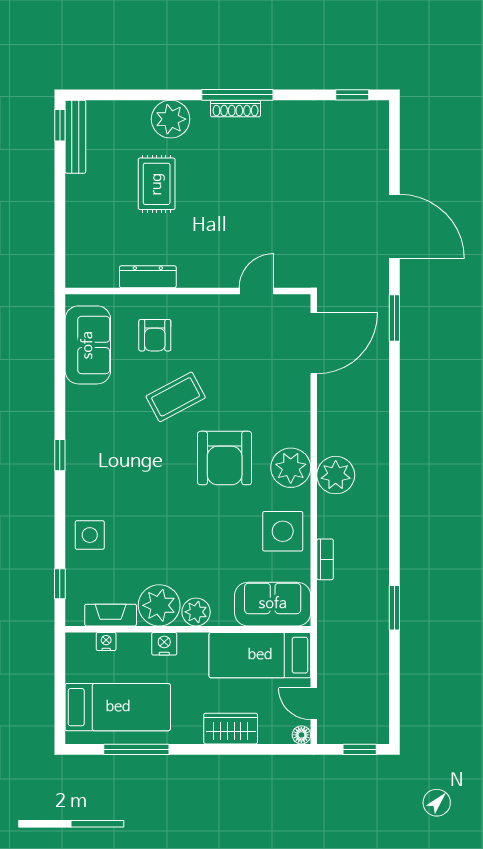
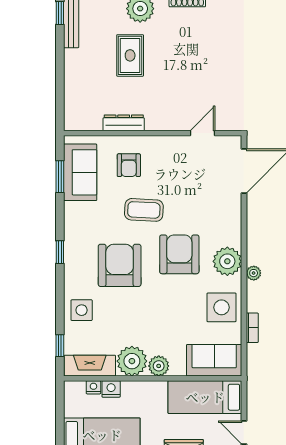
window: (60, 351) -> (60, 177), added
coffee table: (176, 397) -> (144, 210), turned 31
armchair: (225, 458) -> (179, 254), turned 180
armchair: (142, 473) -> (120, 265), added
plant: (336, 475) -> (254, 273), width x0.53, depth x0.53
fireplace: (111, 615) -> (90, 366), width x1.37, depth x1.32
nightstand: (164, 644) -> (111, 389), moved

